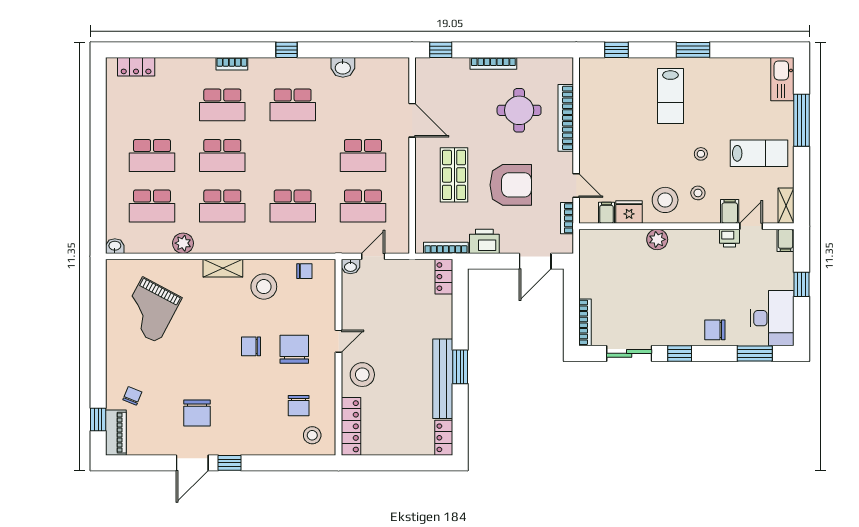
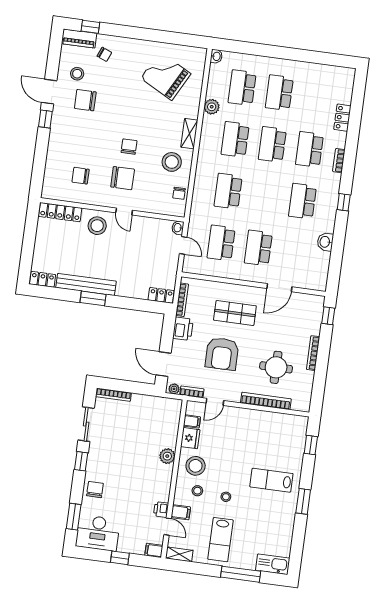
locker: (136, 67) -> (342, 118), moved
plant: (566, 243) -> (174, 389), added
stool: (312, 435) -> (77, 74), moved

